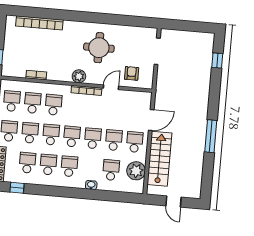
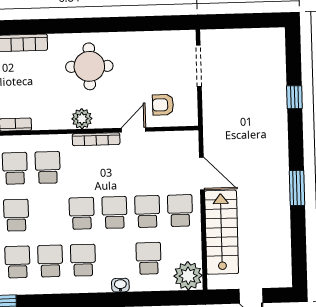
round table: (99, 48) -> (89, 66), moved
window: (217, 61) -> (294, 97), moved
armchair: (132, 73) -> (163, 105), turned -90
door: (151, 120) -> (202, 174), hinge flipped
school desk: (51, 135) -> (49, 214), removed
window: (211, 136) -> (297, 188), width x0.69
plant: (136, 171) -> (188, 276), moved

